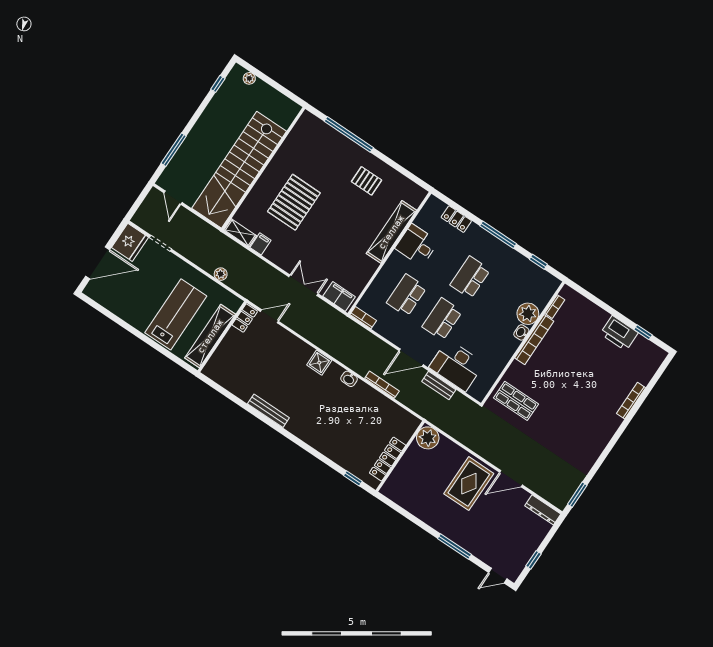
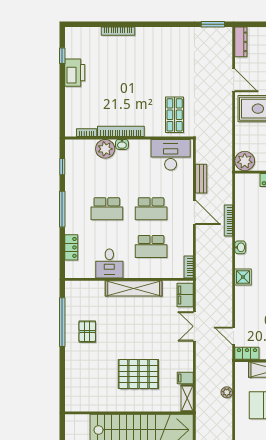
window: (349, 134) -> (62, 322), moved
shelving: (391, 232) -> (134, 288), moved
desk: (457, 365) -> (171, 155), moved, turned -90

